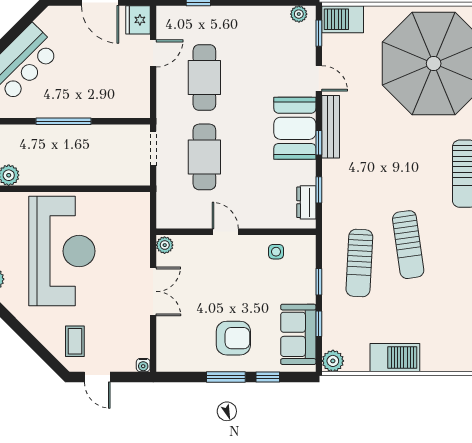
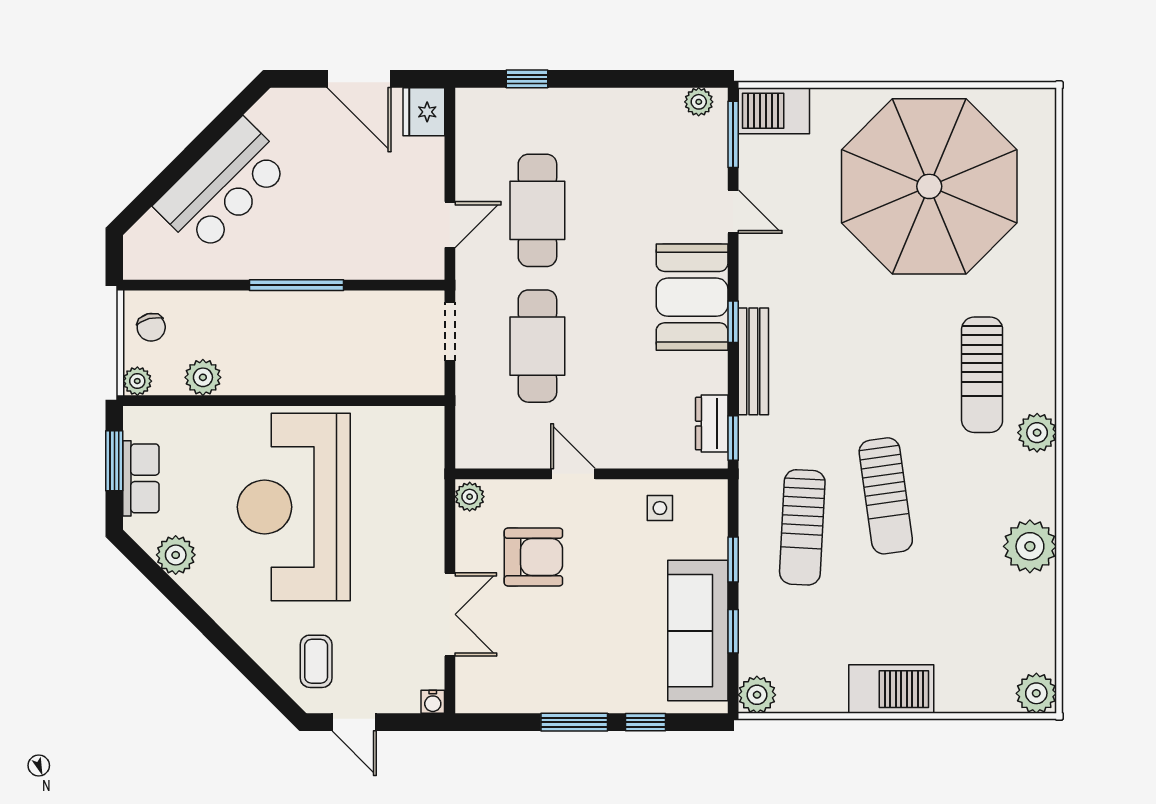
window: (319, 33) -> (733, 134), width x1.50
door: (153, 53) -> (450, 225), moved
bench: (331, 127) -> (753, 361), moved
window: (319, 190) -> (733, 438), moved
reception desk: (62, 251) -> (294, 507), turned 180
double door: (153, 291) -> (450, 614), moved
sofa: (298, 334) -> (698, 631), width x1.36
armchair: (233, 338) -> (533, 557), moved
barbecue: (395, 358) -> (891, 689), moved

